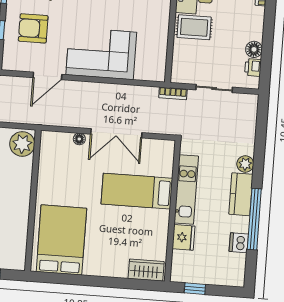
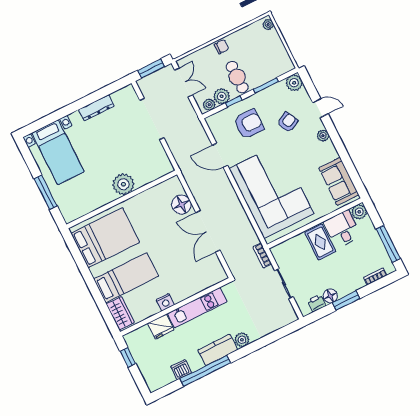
armchair: (33, 28) -> (249, 124), turned 90
window: (268, 36) -> (346, 301), added
corner sofa: (101, 53) -> (271, 191), width x1.36, depth x1.36
floor lamp: (79, 139) -> (181, 204), width x1.89, depth x1.89
plant: (22, 144) -> (123, 184), moved
bed: (137, 191) -> (126, 278), moved, turned 90
nightstand: (162, 218) -> (165, 302), added

